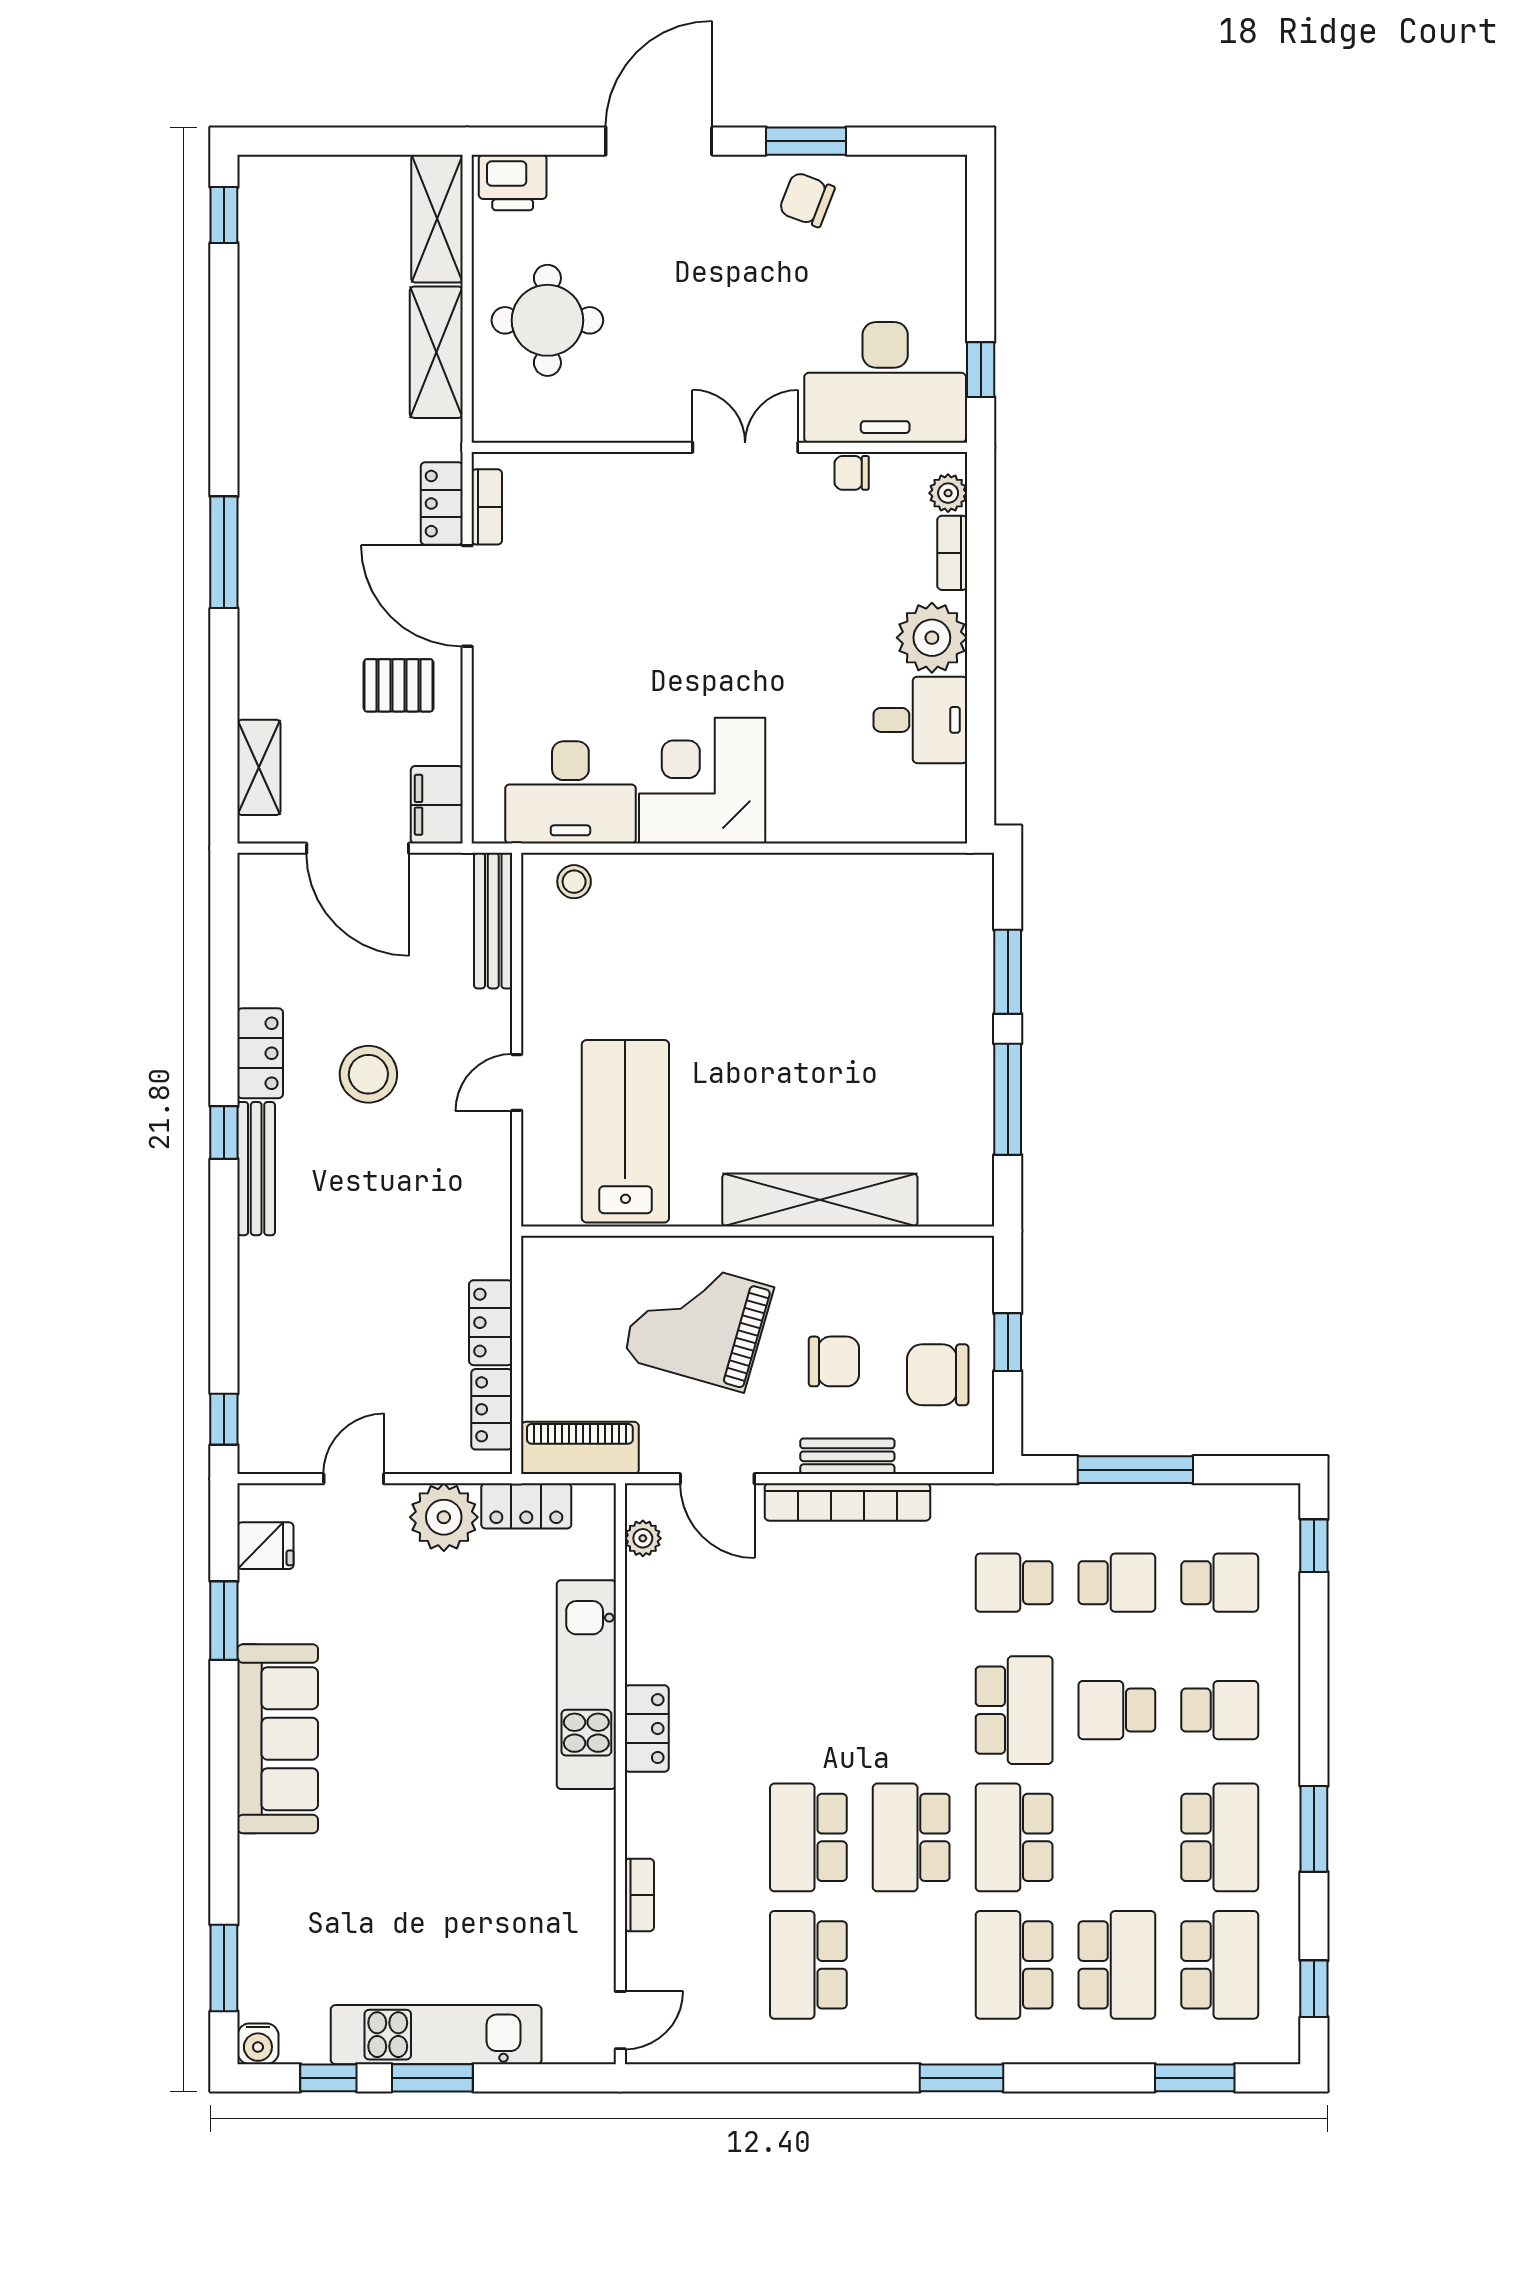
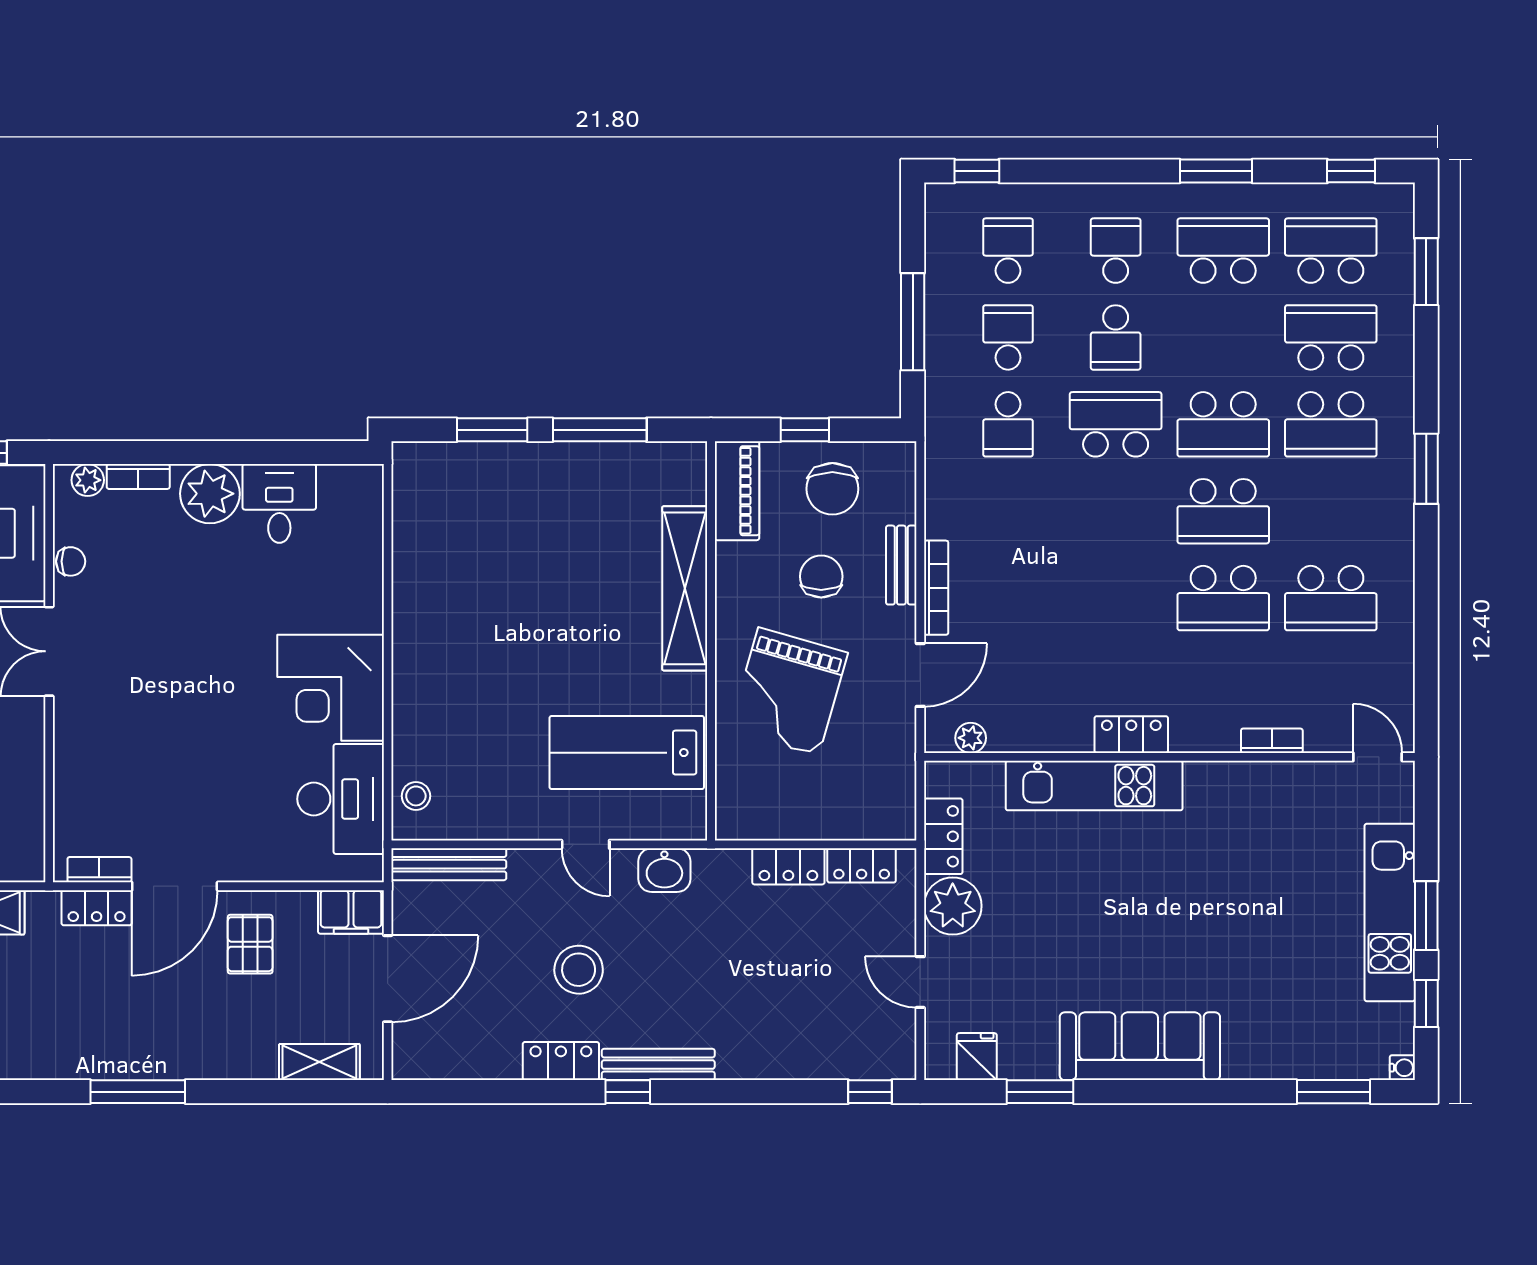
chair: (852, 473) -> (71, 561), turned -90
washbasin: (486, 1176) -> (664, 870), added
piano: (580, 1448) -> (737, 491), moved, turned 180
bookcase: (847, 1502) -> (936, 588), width x0.68, depth x0.76
water cooler: (258, 2044) -> (1402, 1068), width x0.72, depth x0.72

